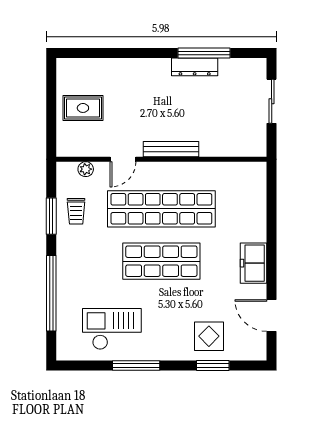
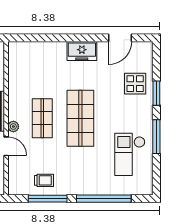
plant: (86, 169) -> (13, 127), moved
shop shelf: (161, 209) -> (42, 118), width x0.50, depth x0.74
window: (51, 216) -> (48, 199), width x1.44
window: (213, 366) -> (156, 93), moved

